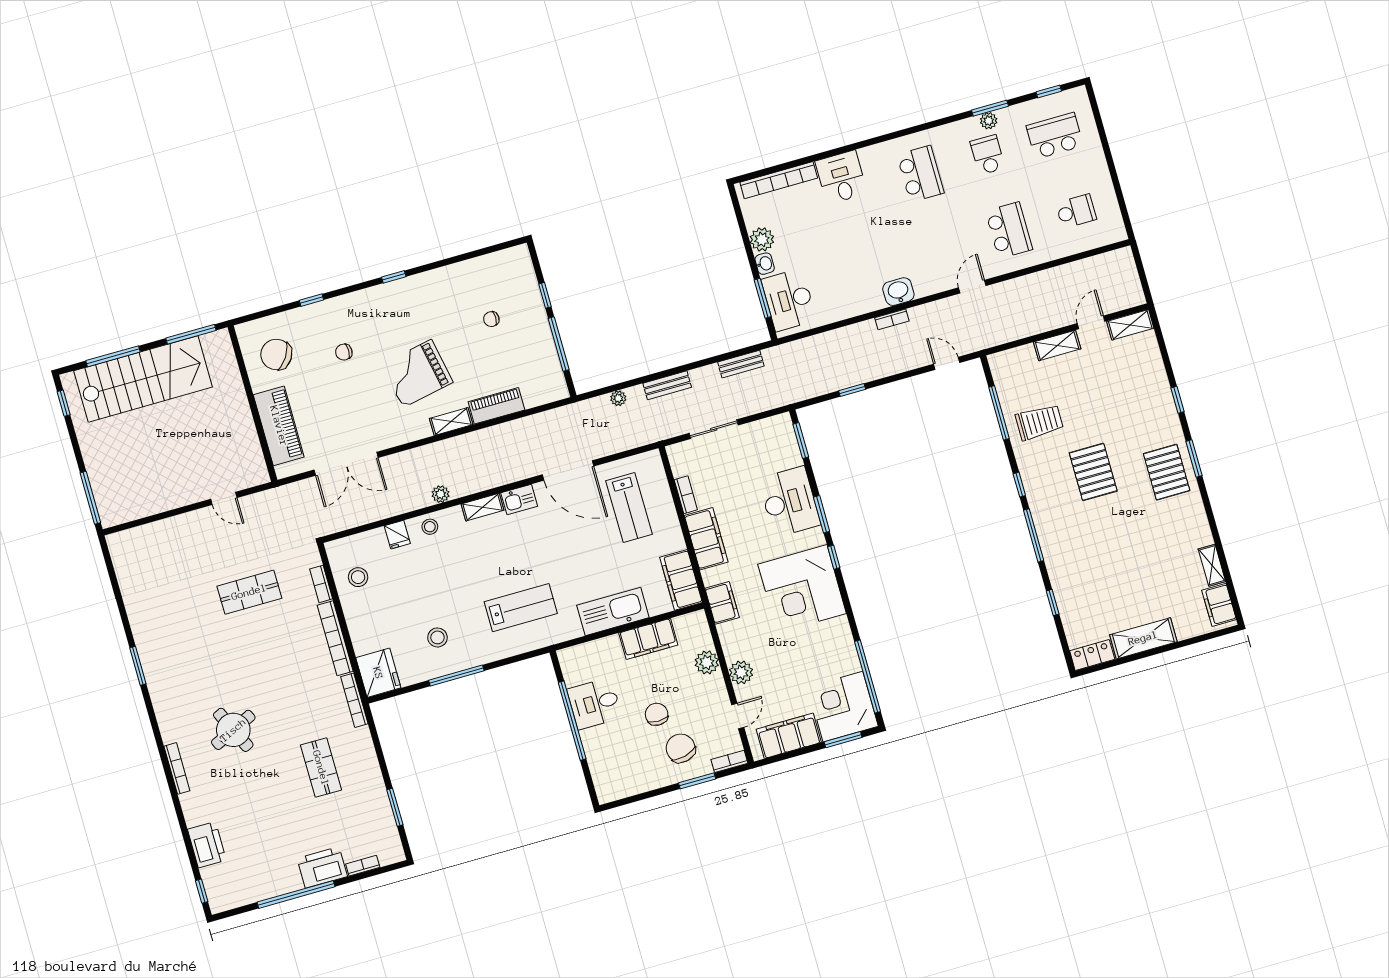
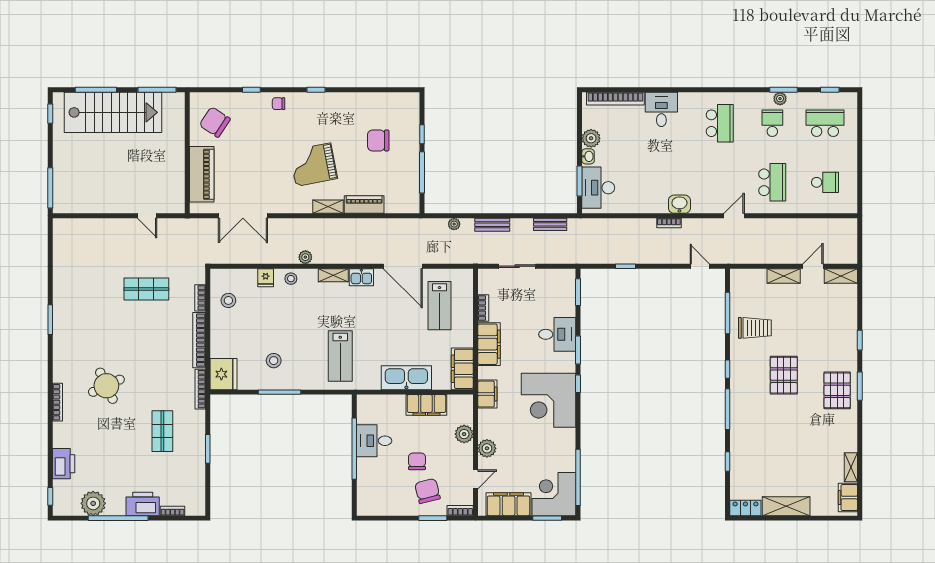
chair: (491, 319) -> (378, 140), width x1.87, depth x1.87
chair: (344, 352) -> (279, 104), moved
desk: (789, 502) -> (557, 334), width x0.73
lab bench: (521, 608) -> (340, 356), turned 90
window: (395, 807) -> (208, 449), moved
plant: (259, 885) -> (93, 503), added

